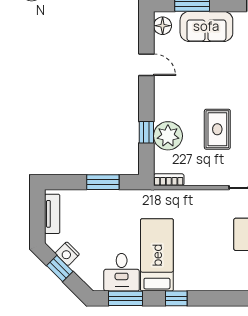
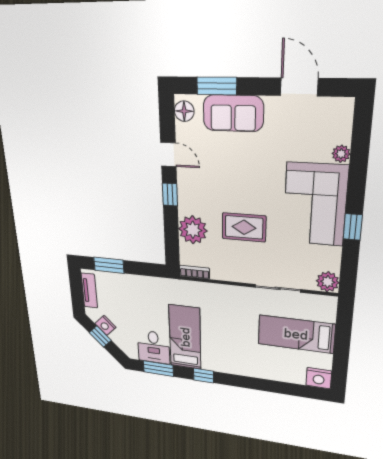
rug: (217, 129) -> (244, 227), turned 90
window: (146, 132) -> (170, 194), moved
window: (103, 182) -> (109, 265), moved

